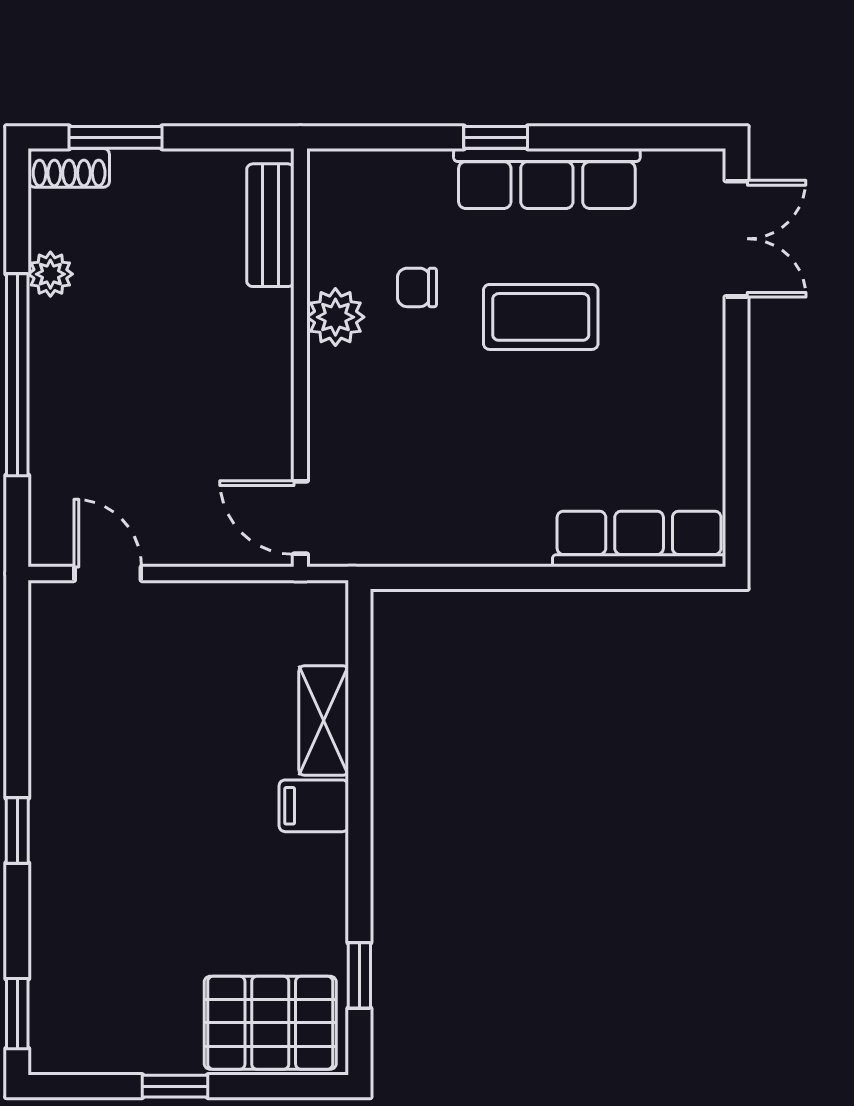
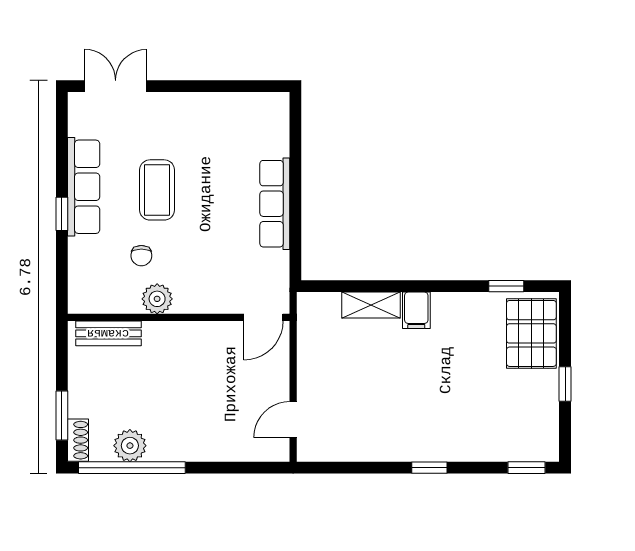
plant: (50, 274) -> (130, 446), width x1.38, depth x1.38
window: (17, 375) -> (132, 468), moved
row of seats: (639, 539) -> (275, 204), moved

